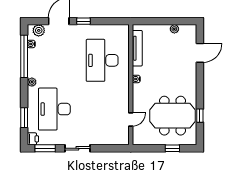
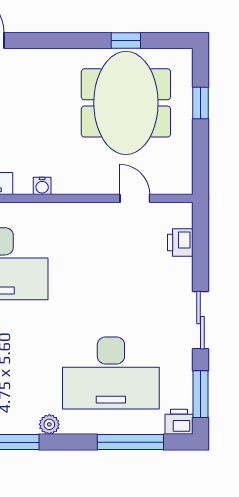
window: (24, 118) -> (130, 442), width x1.44
printer: (111, 139) -> (180, 242), added

